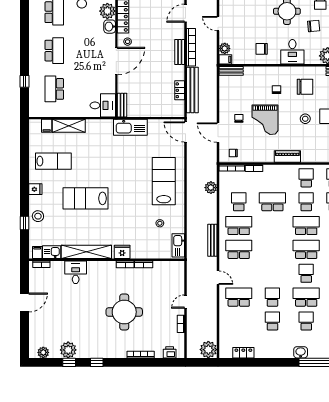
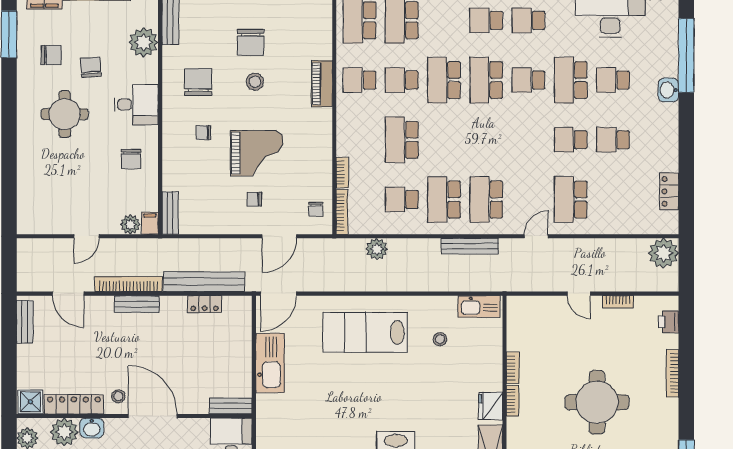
kitchen sink: (130, 127) -> (270, 363), moved
piano: (287, 157) -> (322, 84), moved

